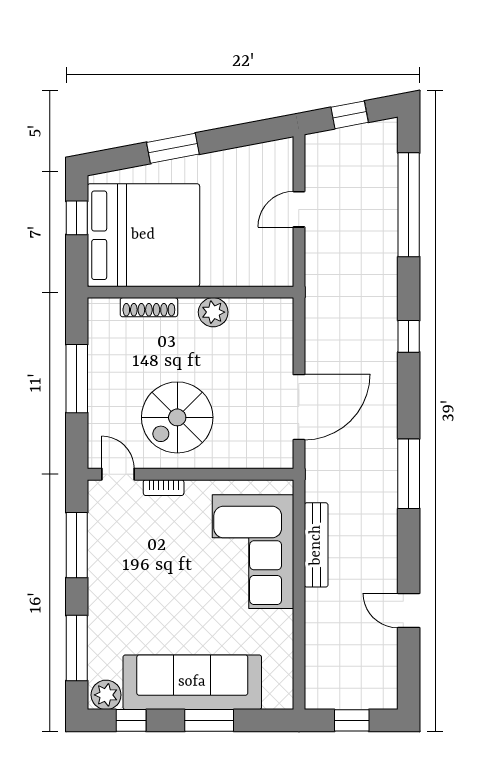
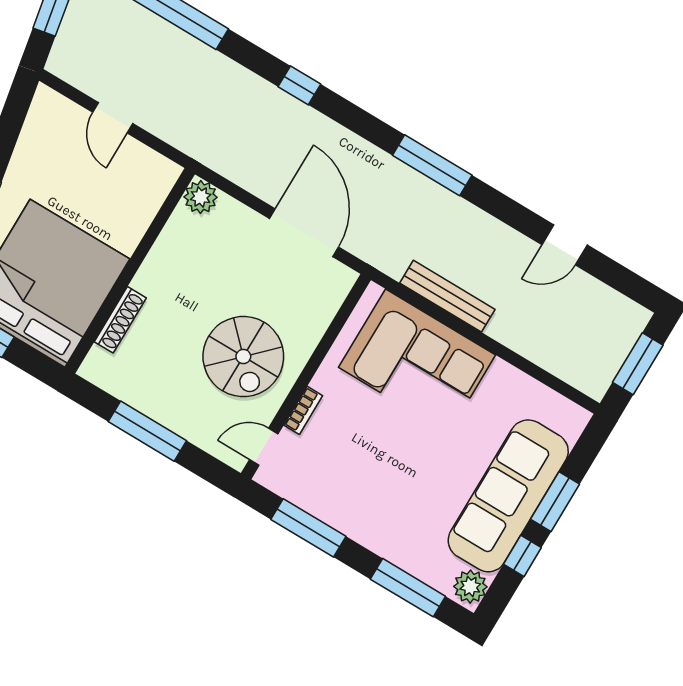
plant: (213, 312) -> (201, 197), moved
window: (131, 720) -> (522, 556), moved
window: (352, 720) -> (638, 364), width x1.50

